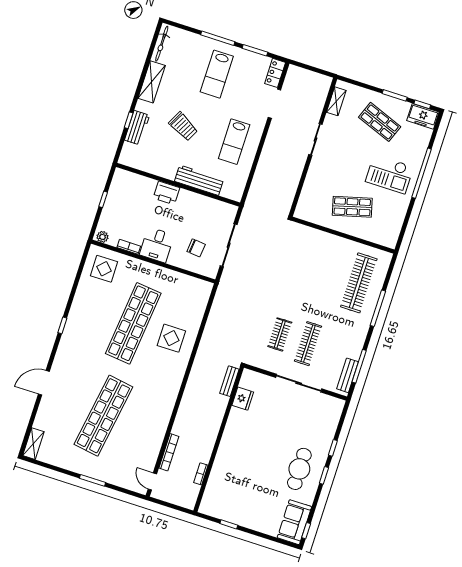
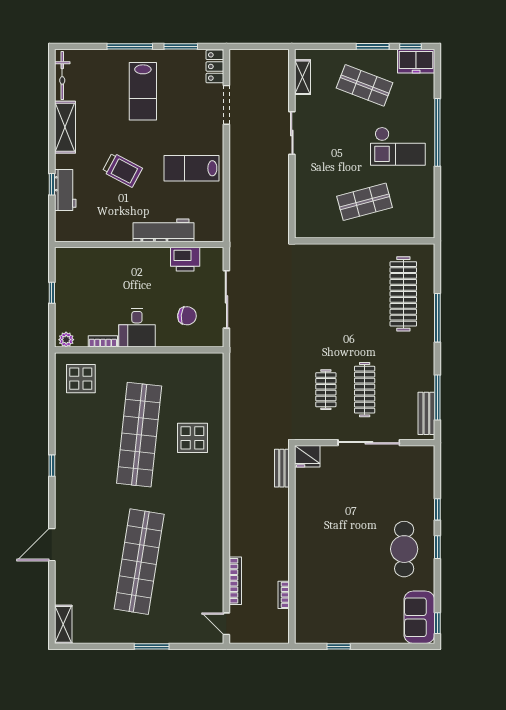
lab bench: (234, 142) -> (192, 168), turned 90
printer: (166, 193) -> (185, 259), moved
fridge: (243, 399) -> (307, 456), moved, turned 90

